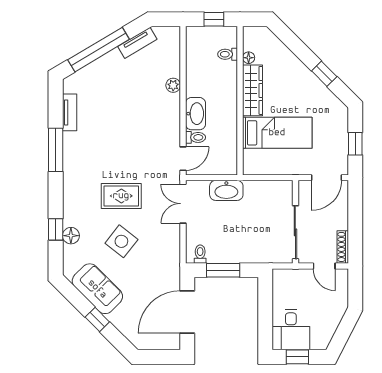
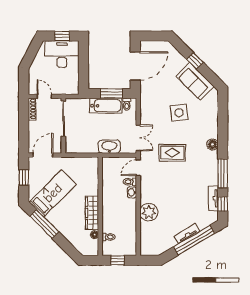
tv unit: (137, 43) -> (187, 234), moved
window: (324, 74) -> (44, 224), width x2.17
plant: (173, 85) -> (149, 212), width x1.88, depth x1.88
washbasin: (195, 114) -> (132, 192), width x0.52, depth x0.69
bed: (277, 133) -> (53, 193), moved, turned 135
rug: (121, 196) -> (172, 153), moved
window: (56, 229) -> (223, 204), moved
floor lamp: (71, 236) -> (213, 144), moved
side table: (121, 241) -> (179, 113), turned 45
bathtub: (231, 252) -> (106, 106), added
desk: (291, 330) -> (62, 54), width x1.37

